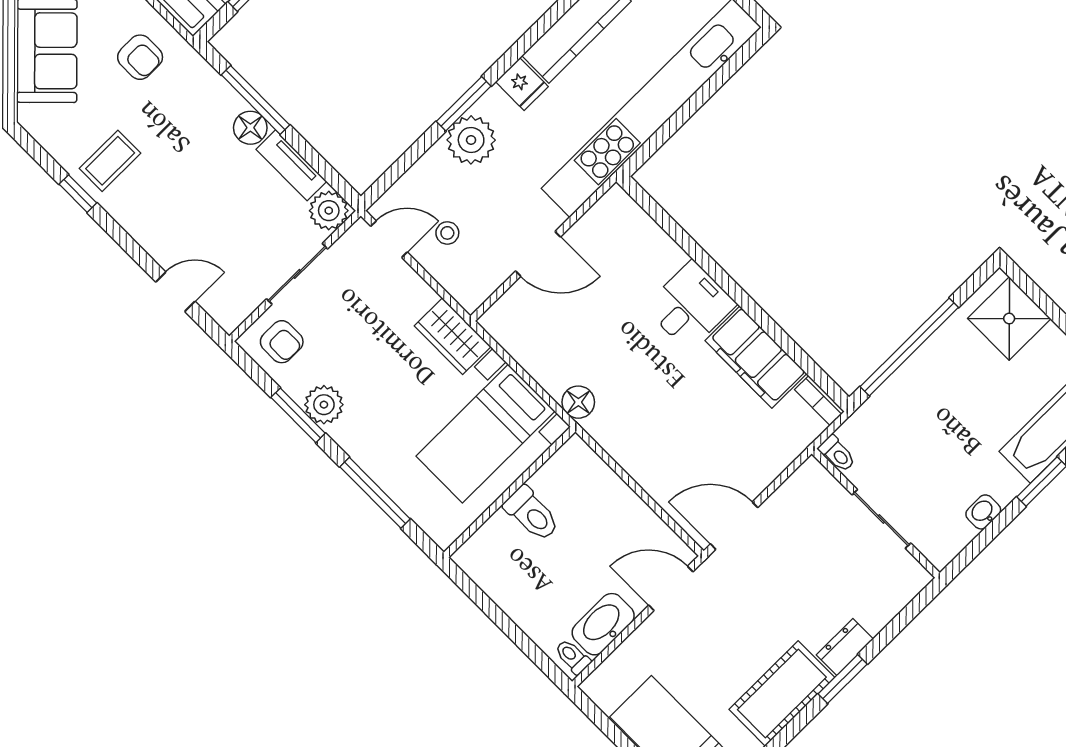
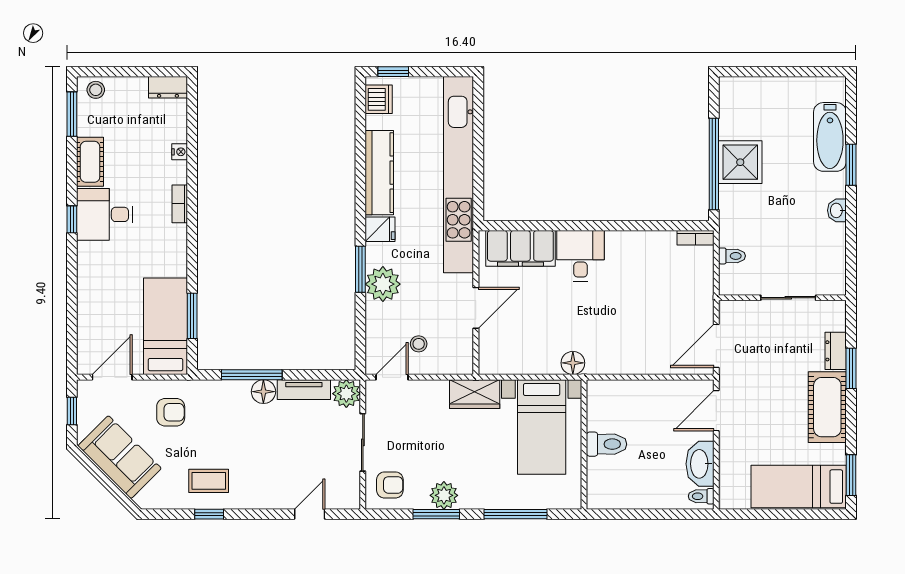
coffee table: (110, 161) -> (209, 481), turned 90
shower: (1009, 319) -> (740, 162), moved
filing cabinet: (756, 357) -> (520, 248), moved
wall: (876, 513) -> (782, 298), moved
sliding door: (881, 519) -> (788, 298), moved

